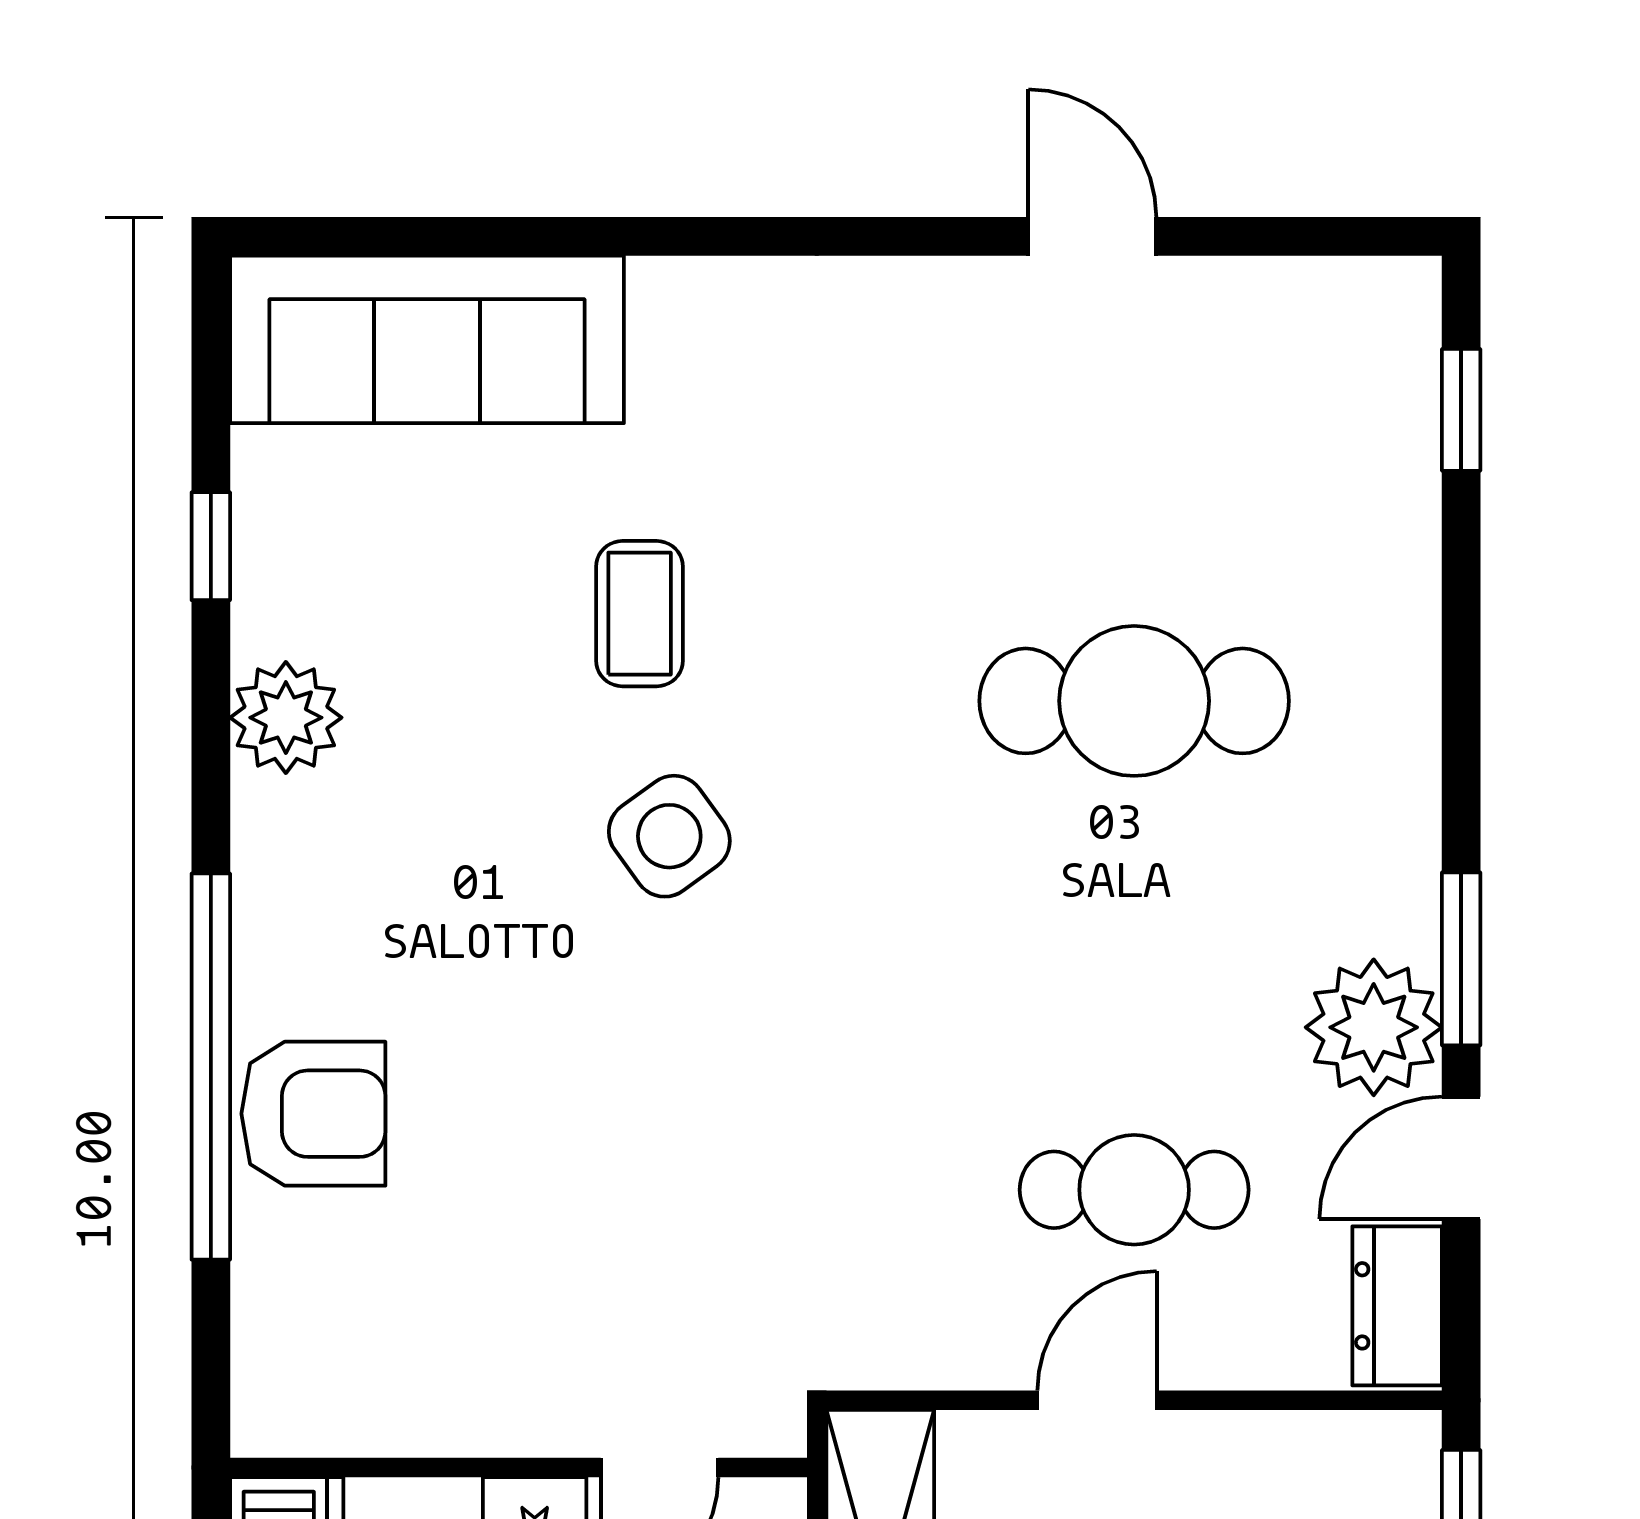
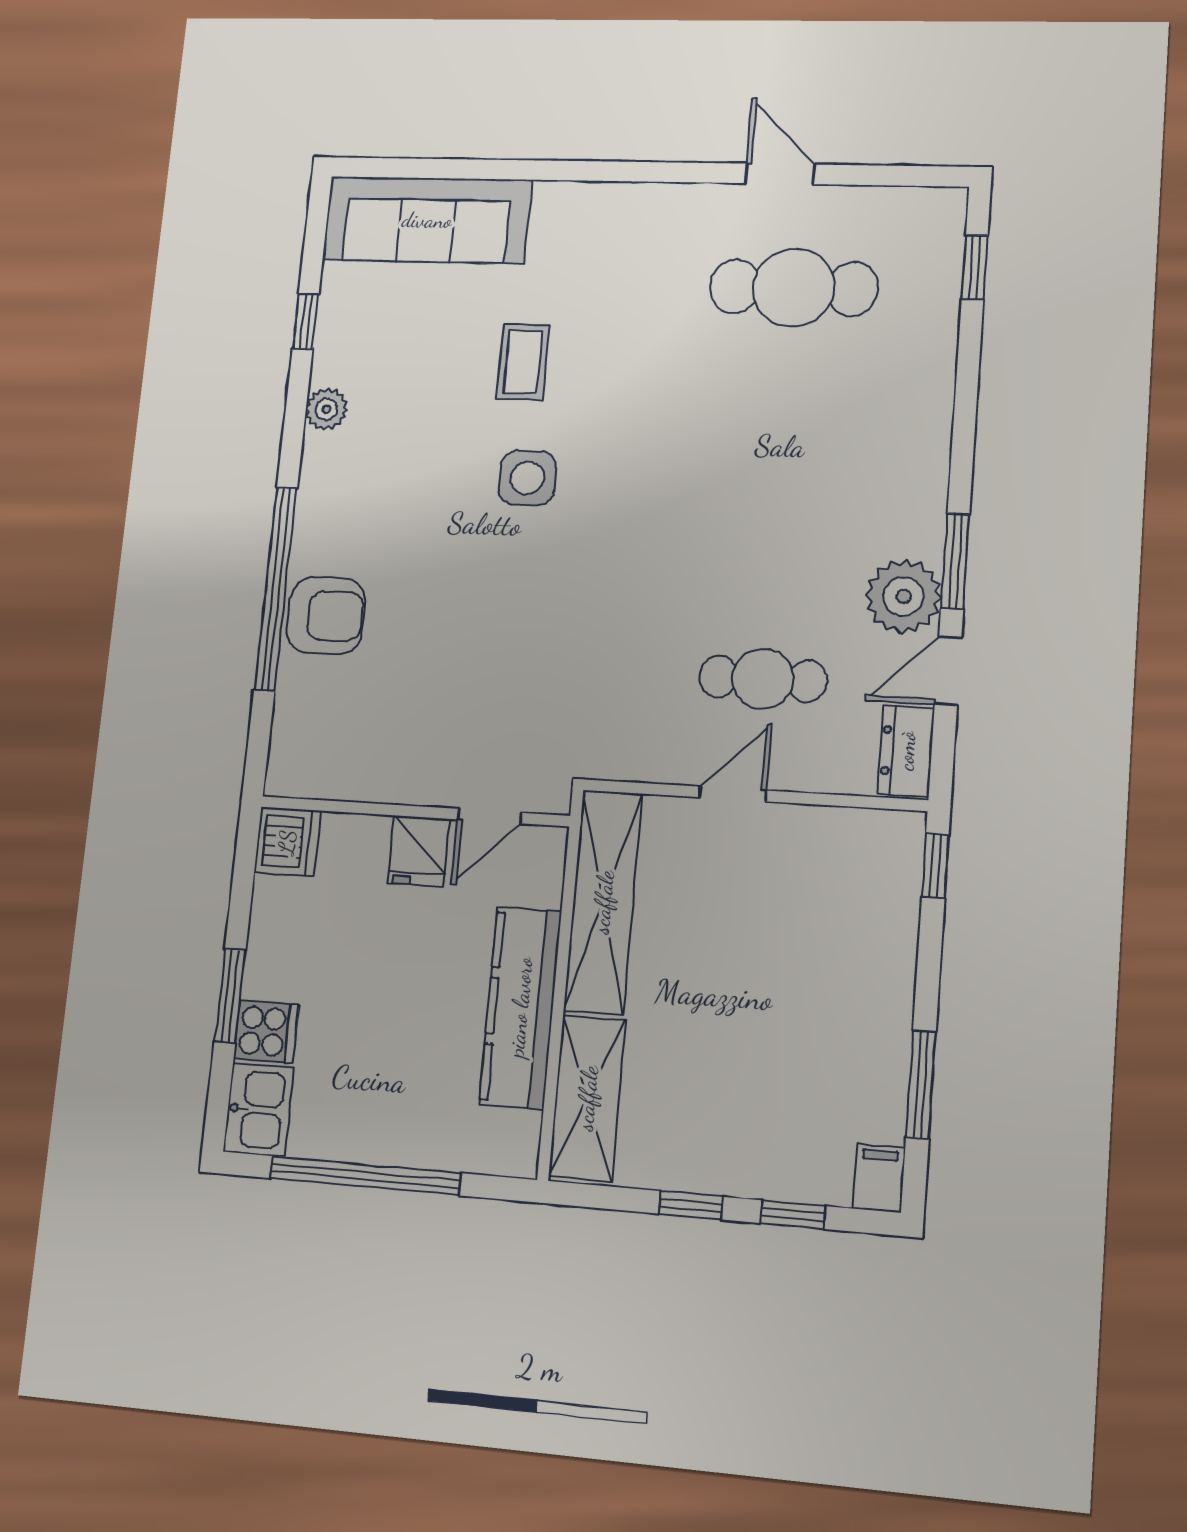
cafe table: (1134, 701) -> (793, 288), moved
plant: (286, 718) -> (326, 409), width x0.73, depth x0.73
side table: (669, 836) -> (527, 478), turned 36

